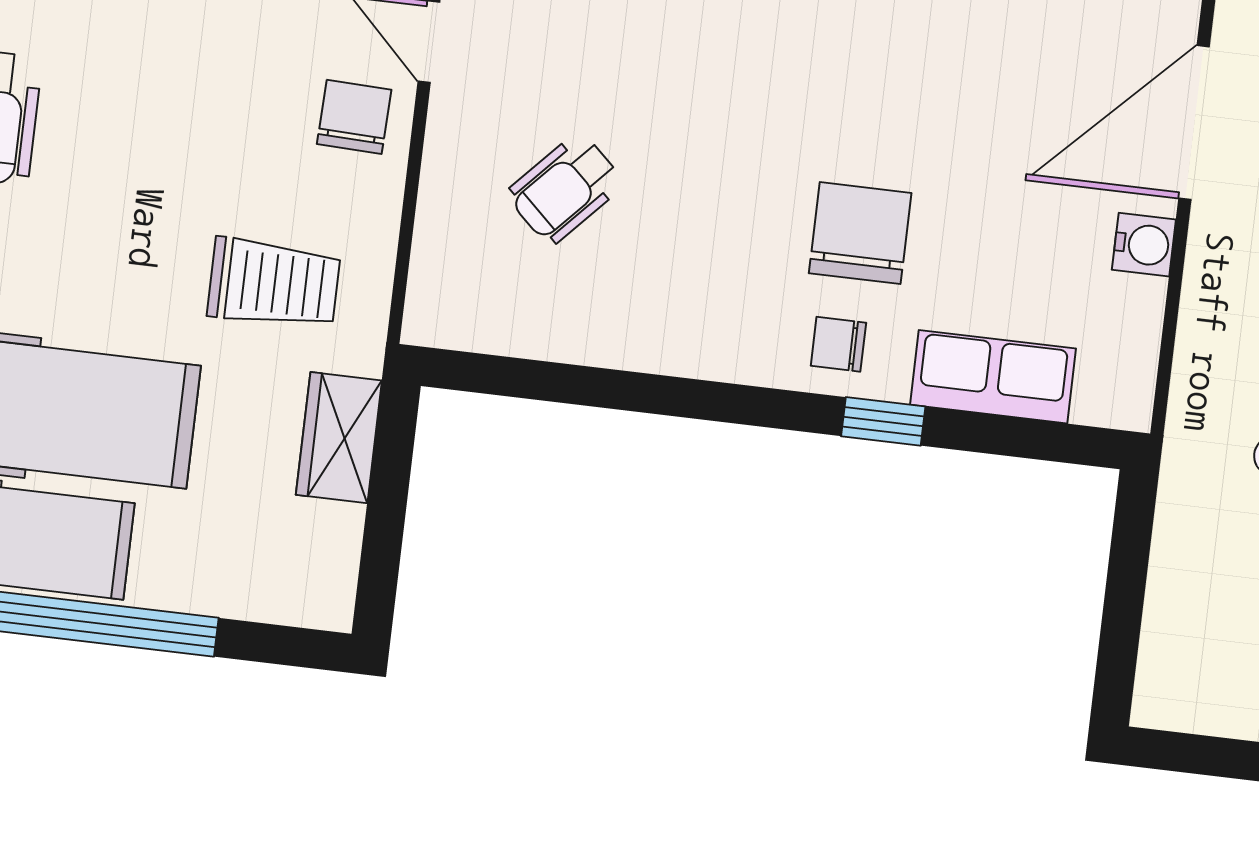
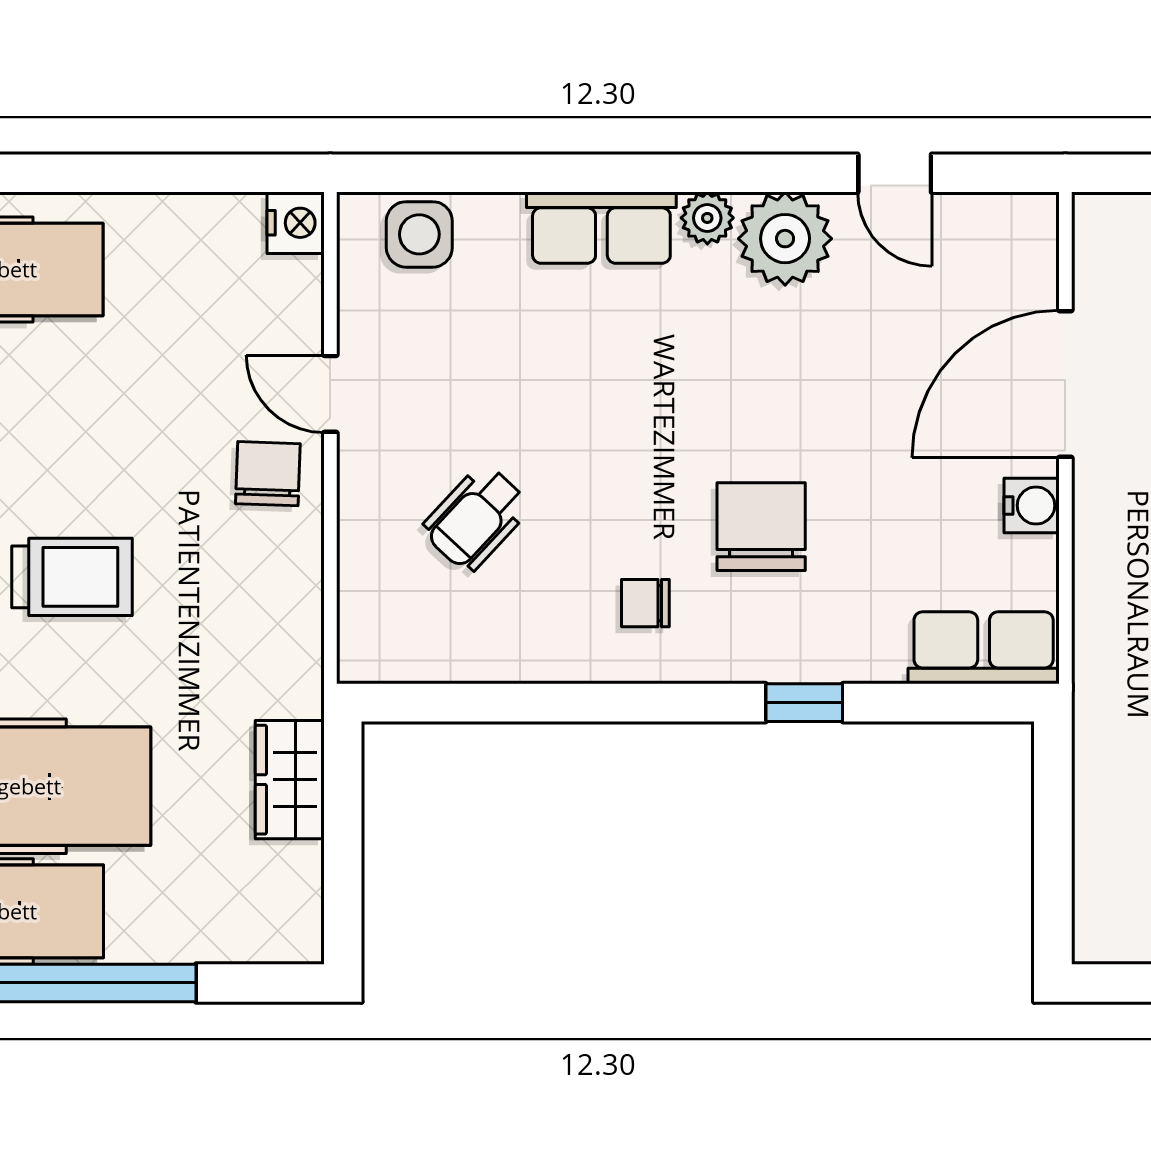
trolley: (274, 283) -> (72, 577), moved
chair: (838, 344) -> (645, 603), moved
row of seats: (993, 377) -> (984, 648), moved

